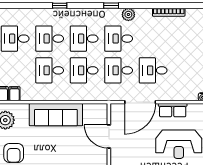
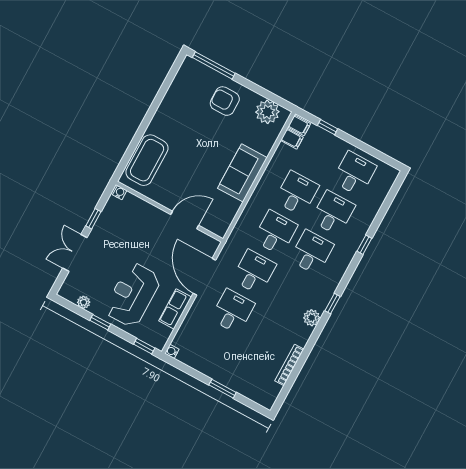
desk: (119, 39) -> (290, 292), removed
sofa: (56, 115) -> (242, 173), width x0.73

